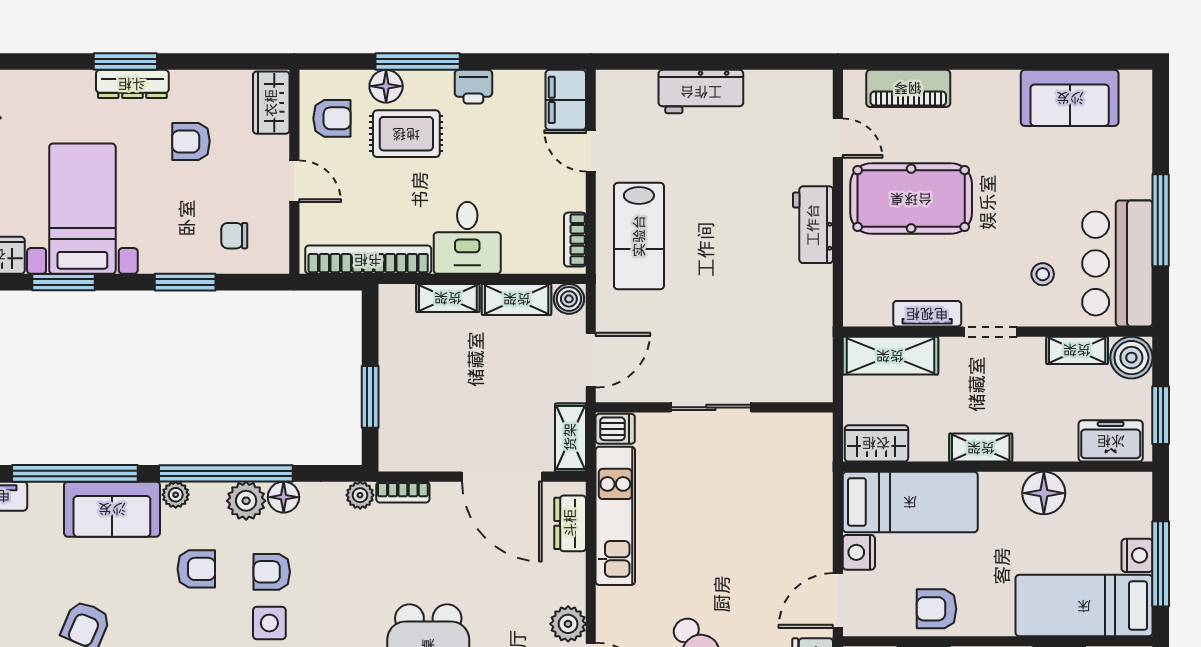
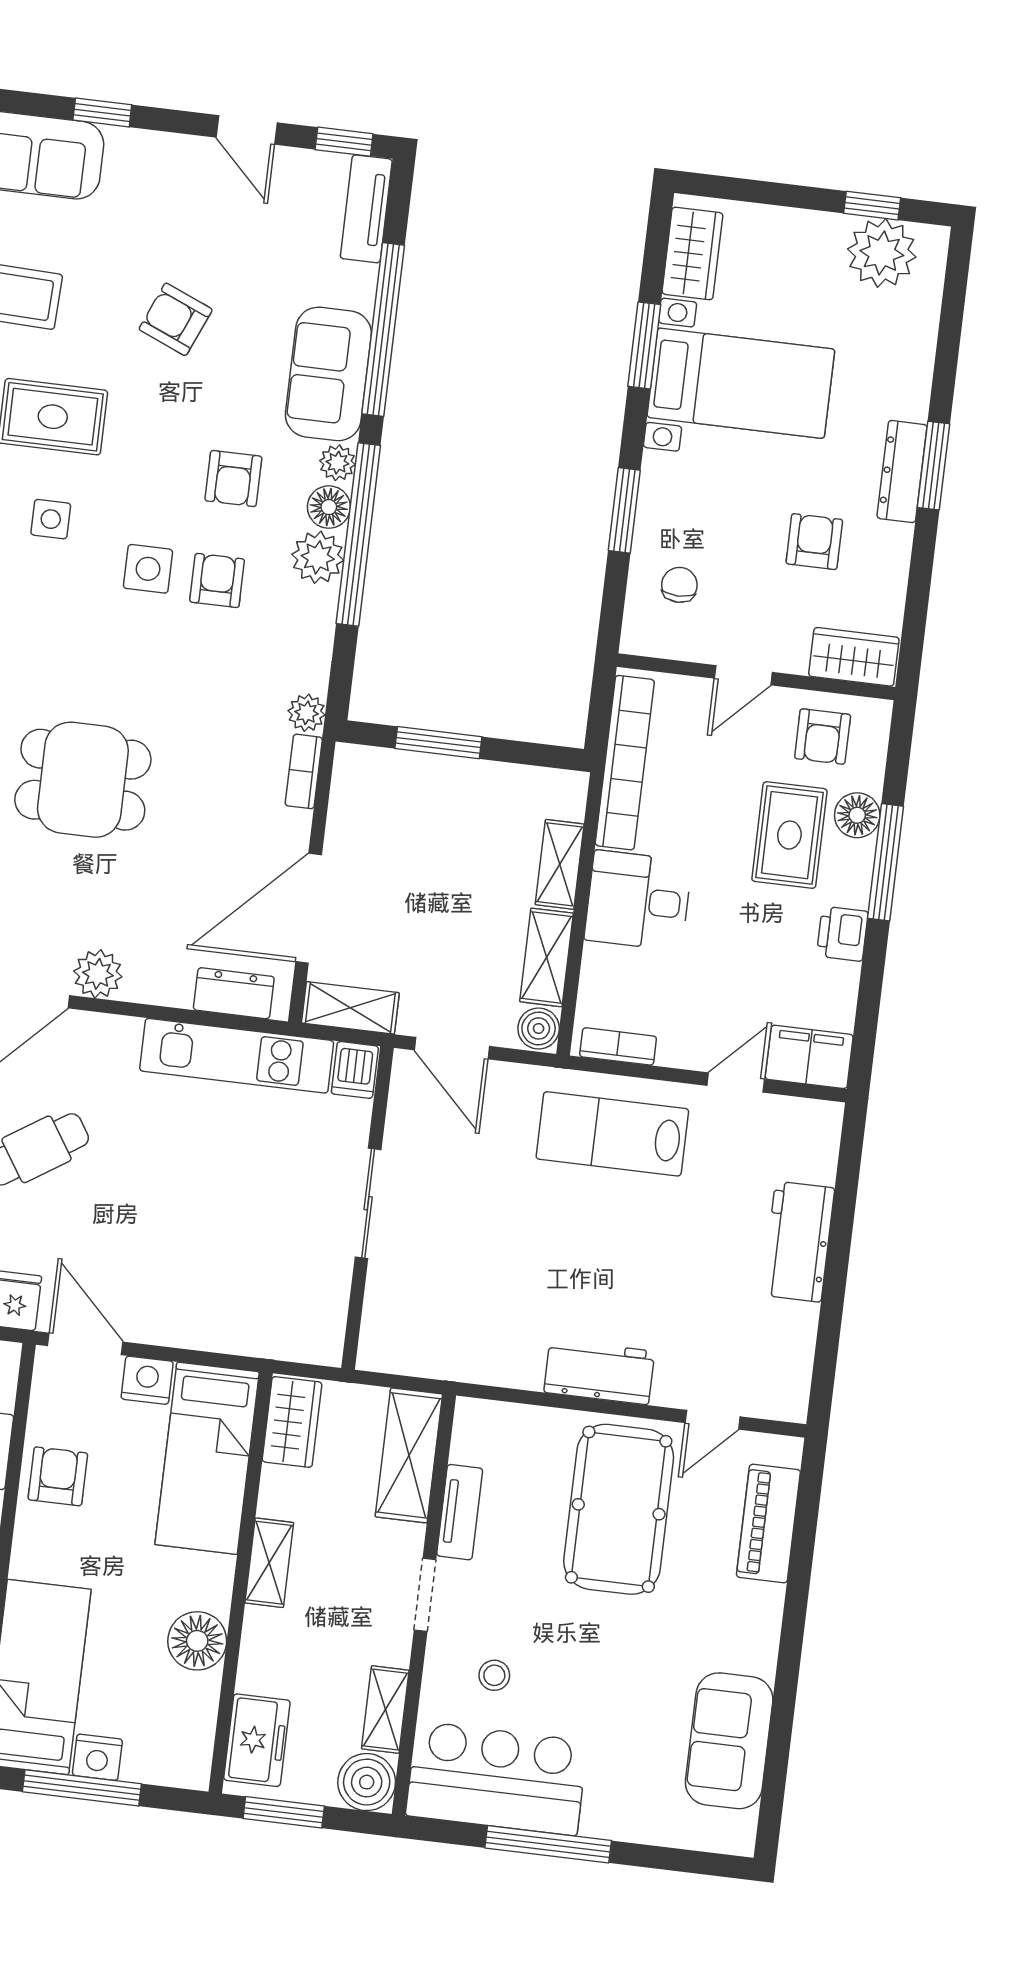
floor lamp: (284, 497) -> (329, 507), moved

